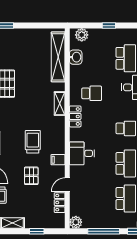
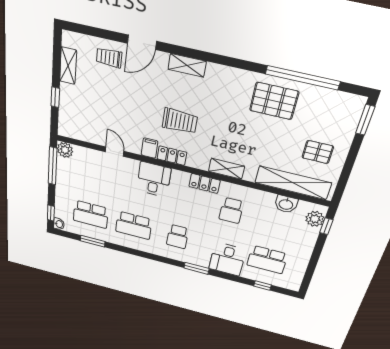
window: (109, 26) -> (326, 226), moved
pallet: (31, 176) -> (318, 152), moved
locker: (60, 203) -> (172, 156), moved
window: (104, 231) -> (53, 166), moved

